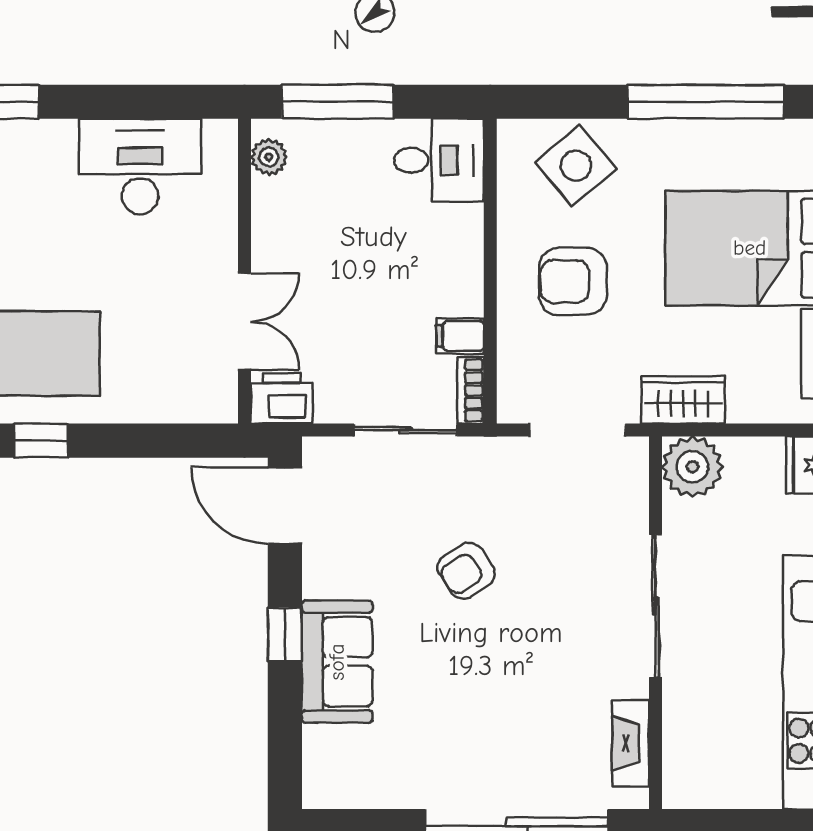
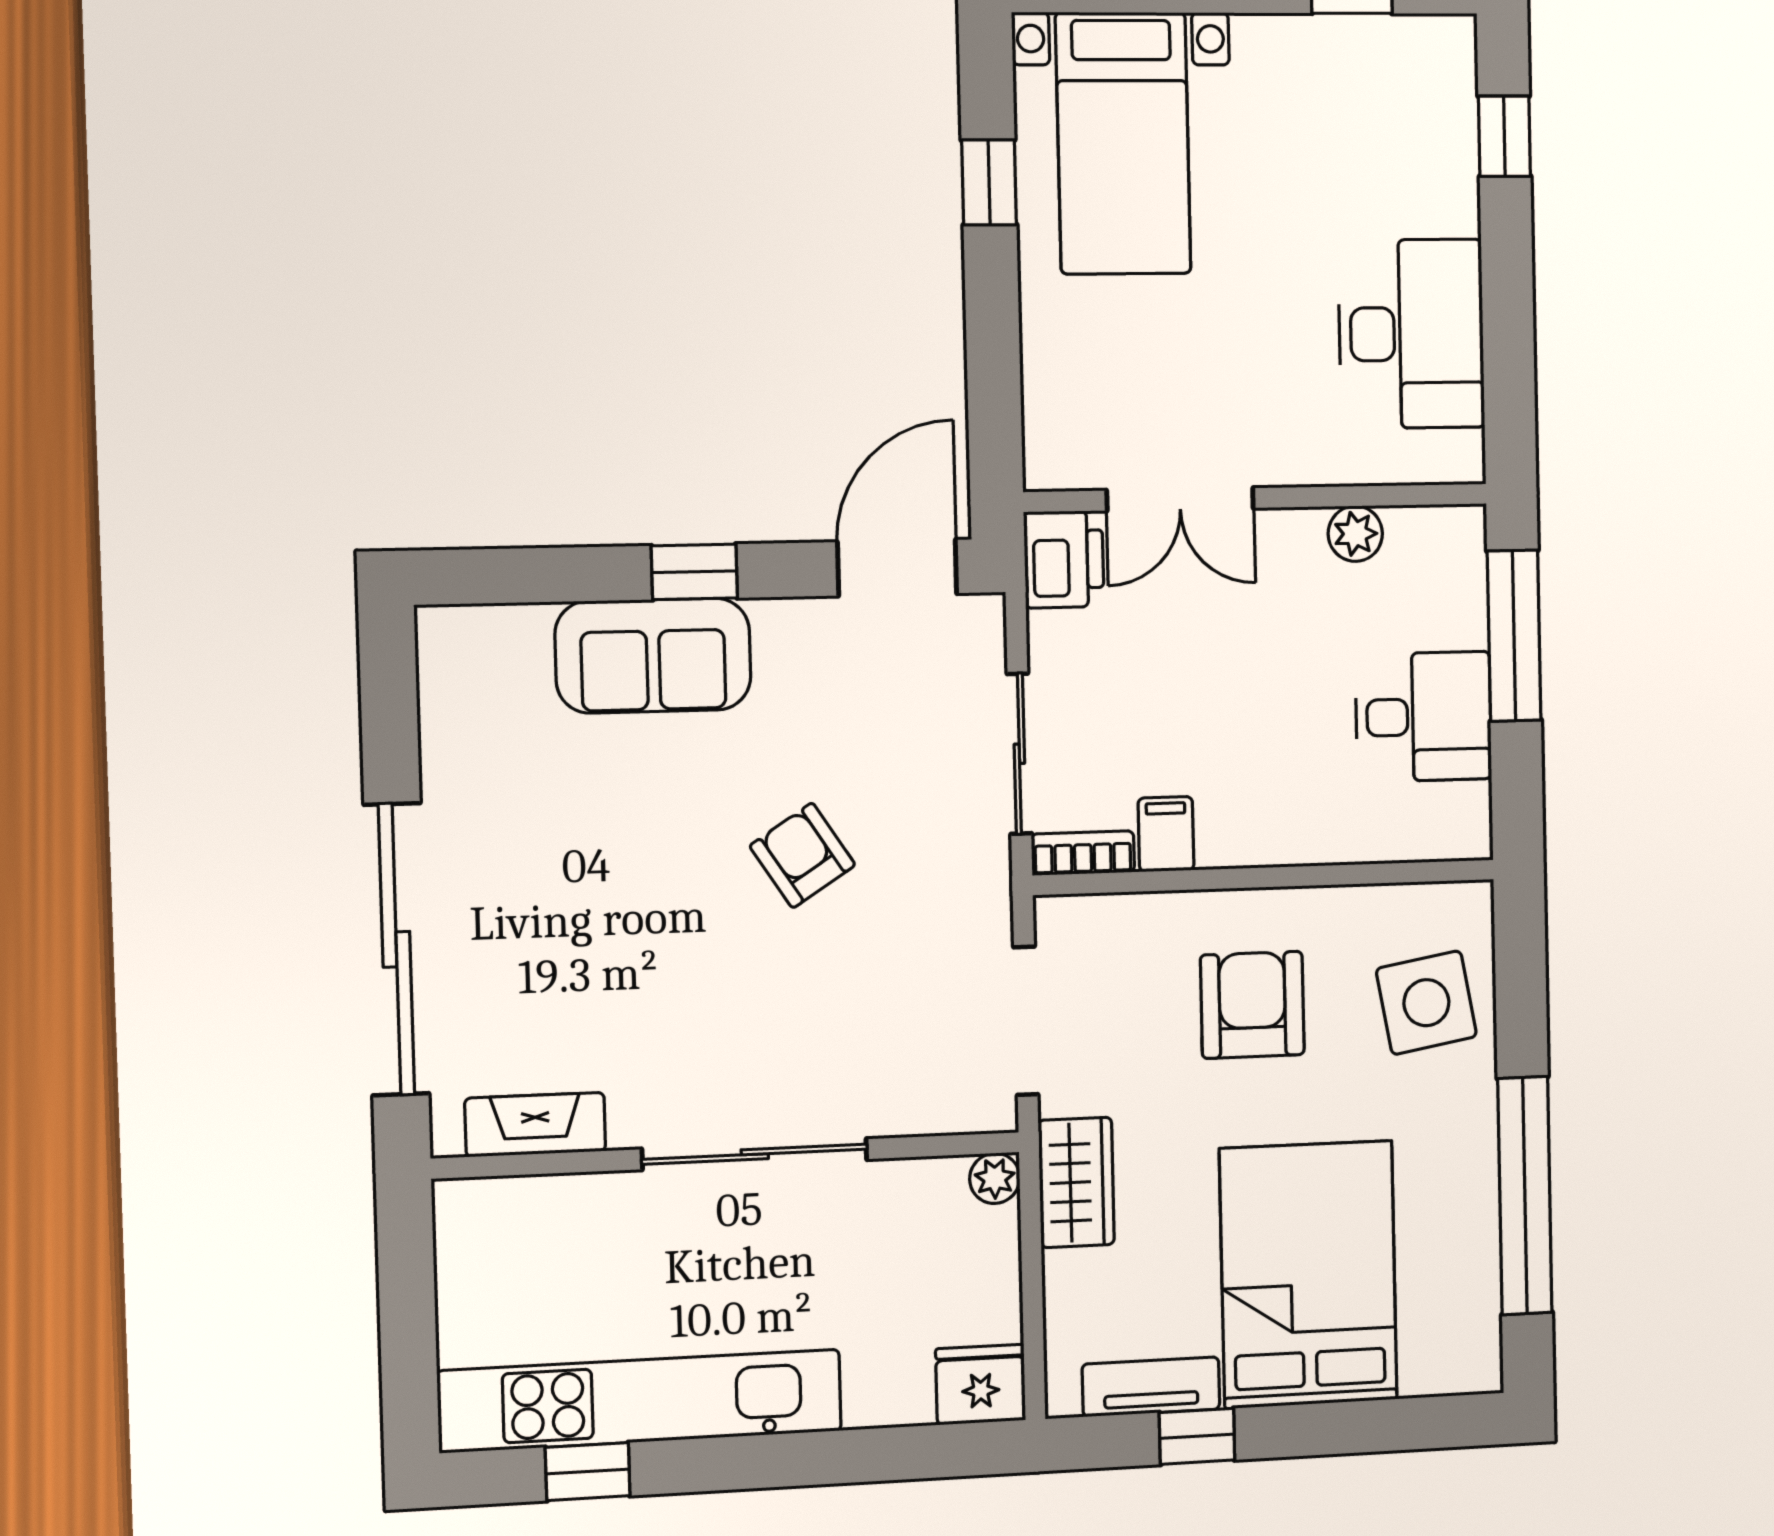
plant: (269, 157) -> (1355, 534), moved
desk: (439, 160) -> (1424, 717), moved, turned -90
side table: (576, 166) -> (1426, 1003), turned 30
plant: (692, 467) -> (995, 1178), width x0.53, depth x0.53

